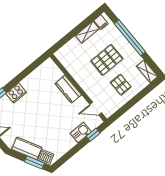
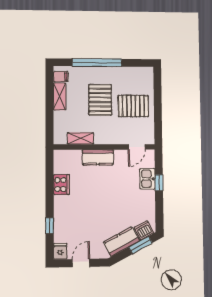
shelving: (147, 71) -> (80, 139), moved
pallet: (121, 85) -> (133, 106), width x1.50, depth x1.42
cooker: (16, 93) -> (61, 185), moved
window: (93, 135) -> (159, 183), moved

